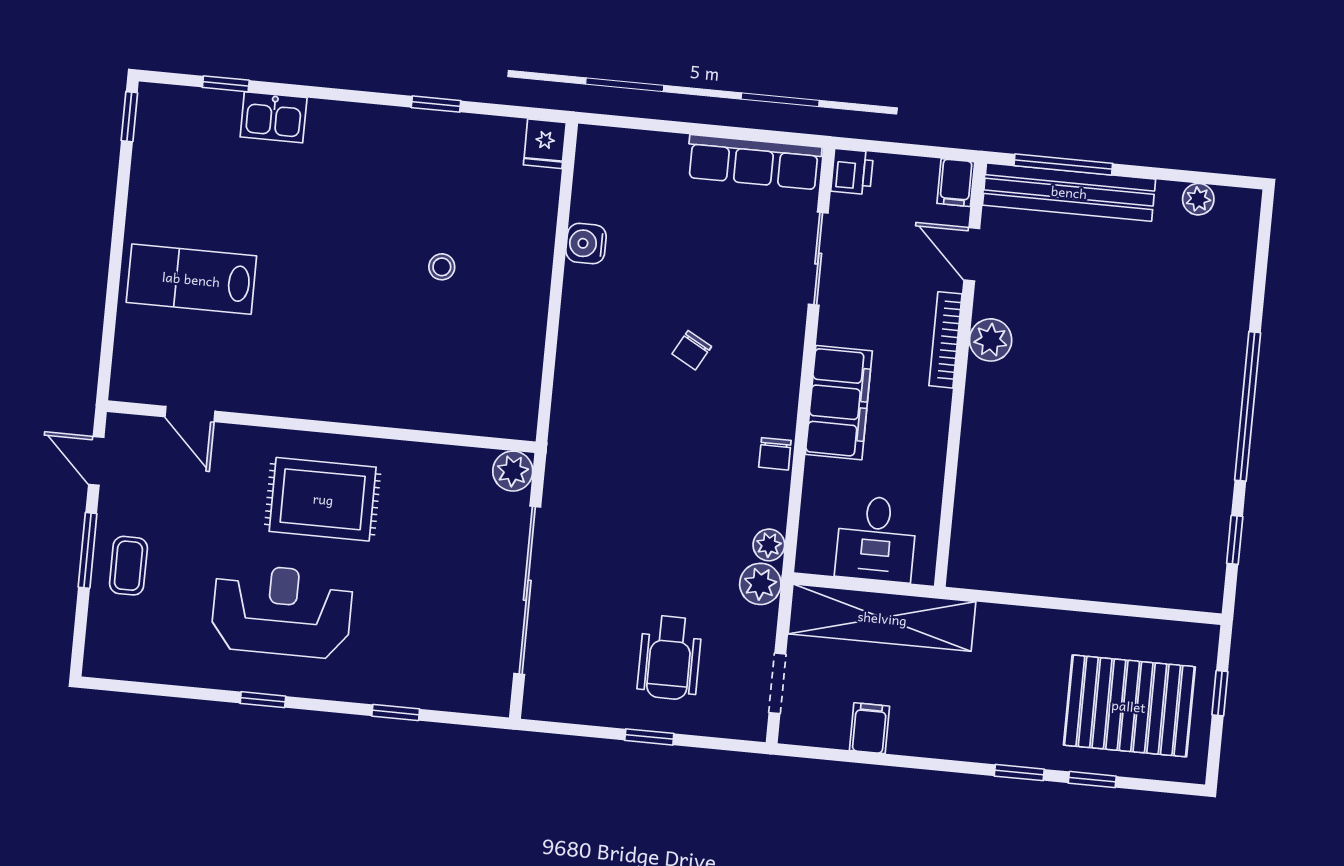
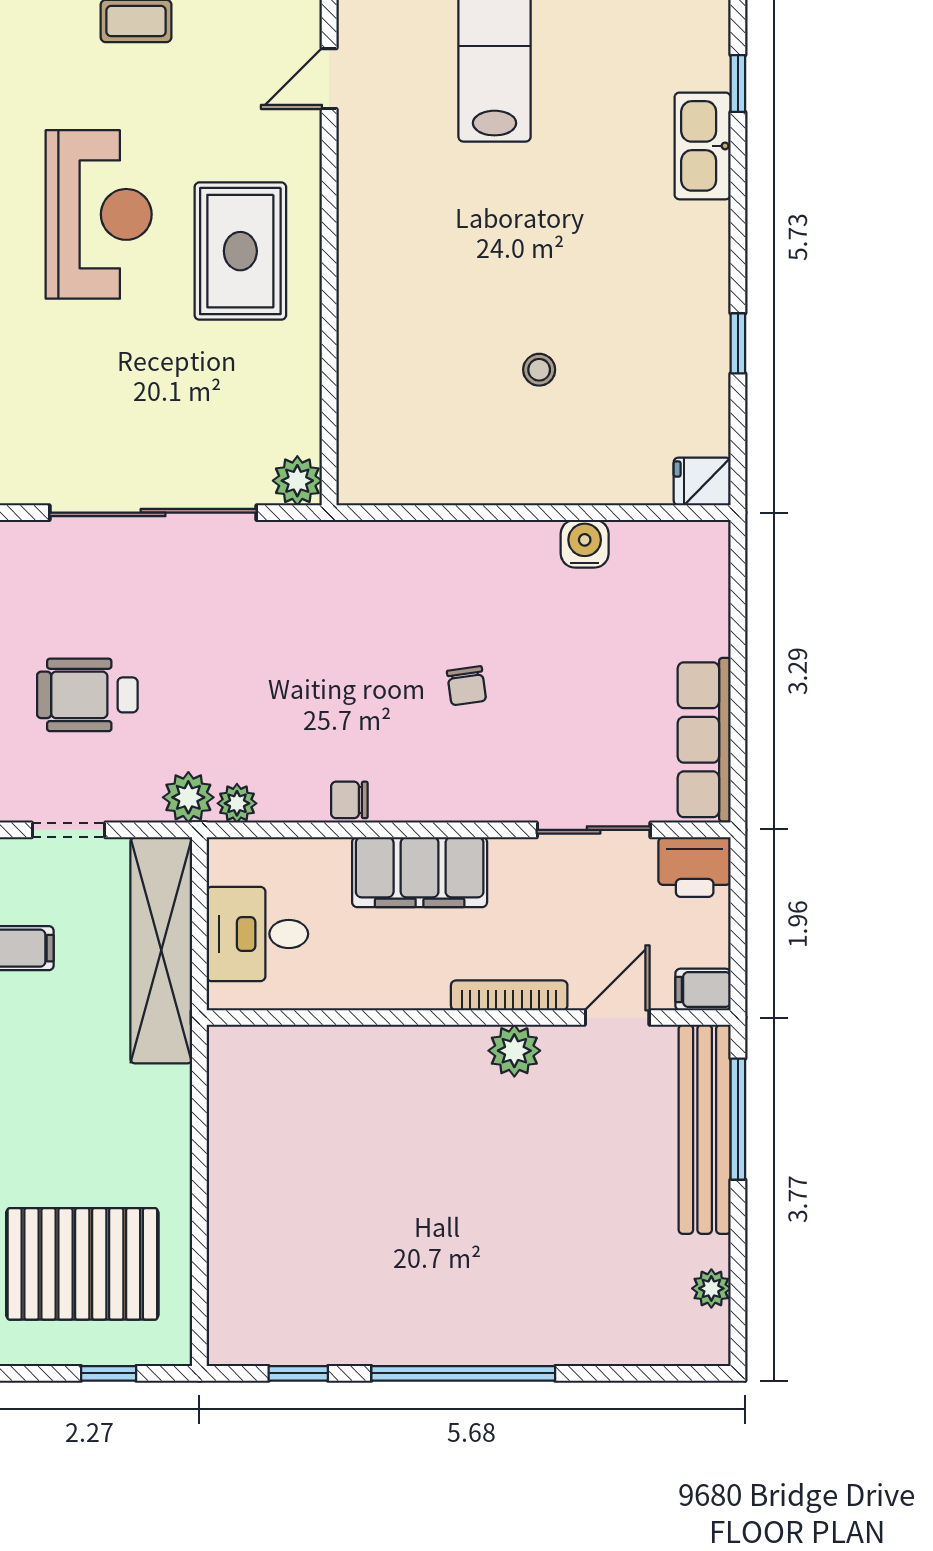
kitchen sink: (274, 117) -> (703, 146), width x1.38
printer: (852, 172) -> (695, 867), width x1.36, depth x1.24
chair: (692, 350) -> (467, 686), turned -127
pallet: (1129, 706) -> (82, 1264), turned 90

